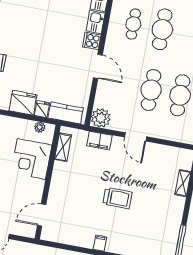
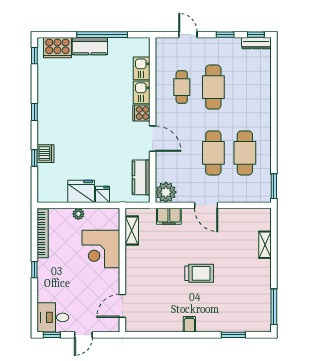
kitchen counter: (66, 113) -> (141, 177), moved, turned -90
plant: (40, 127) -> (78, 214), moved

